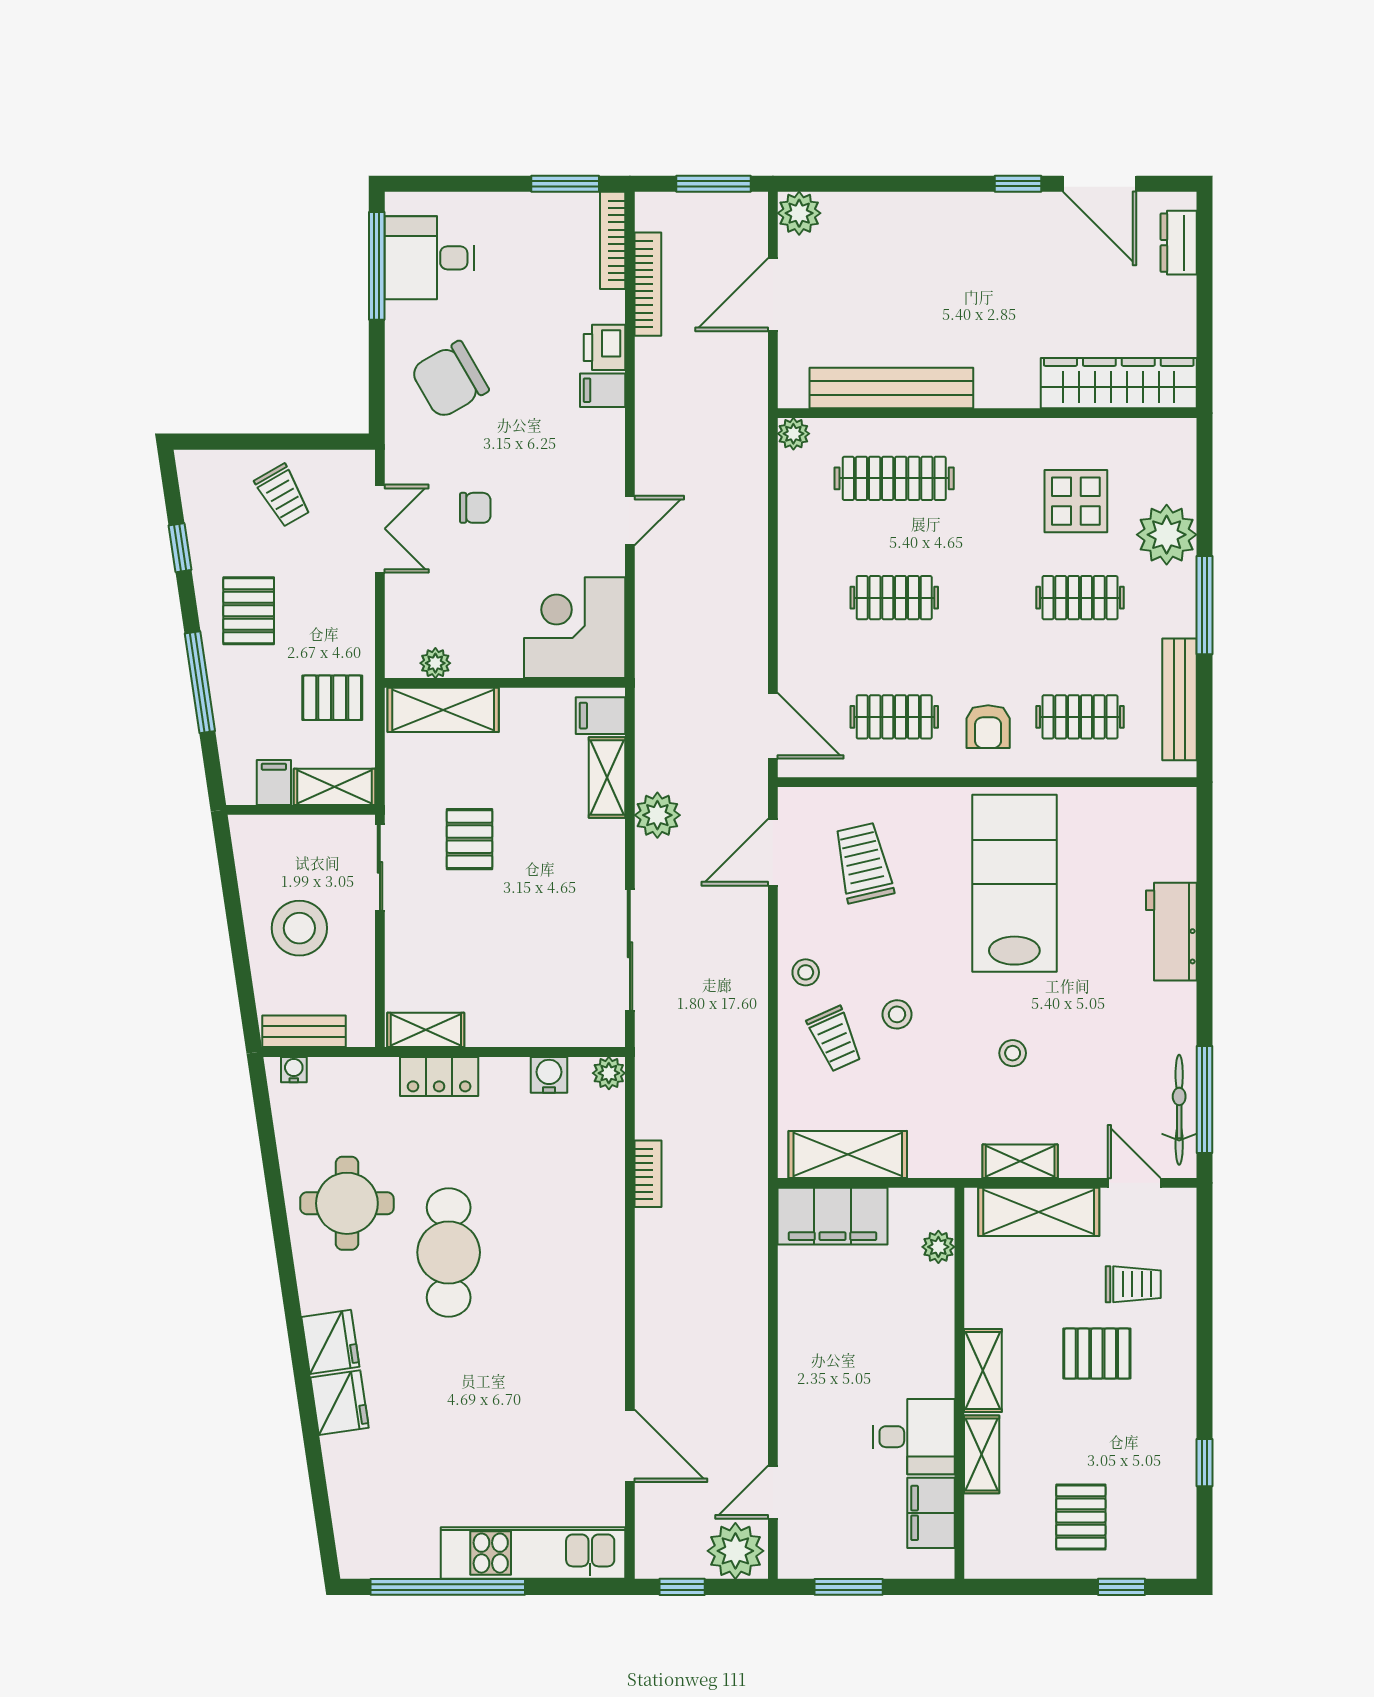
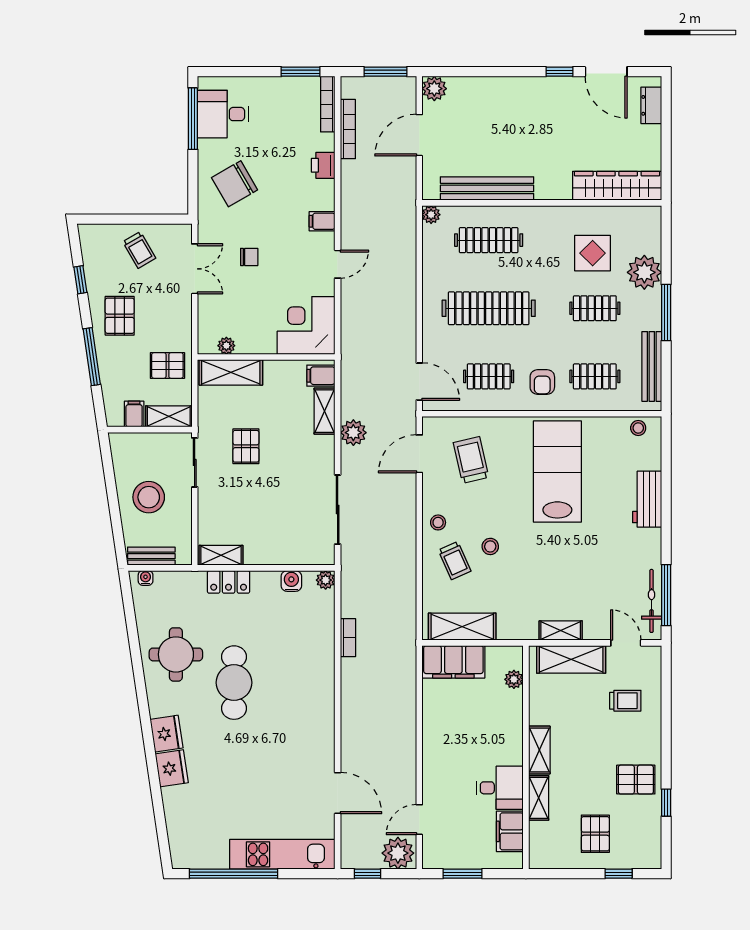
filing cabinet: (603, 390) -> (322, 221), moved
clothes rail: (894, 598) -> (489, 308), width x1.86, depth x1.31
stool: (1013, 1053) -> (638, 428), moved
pallet: (1097, 1354) -> (636, 780), moved

